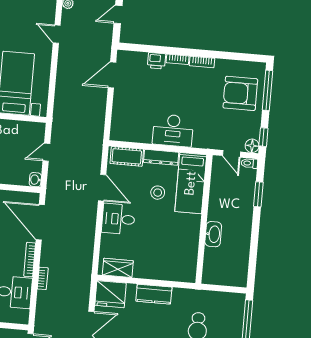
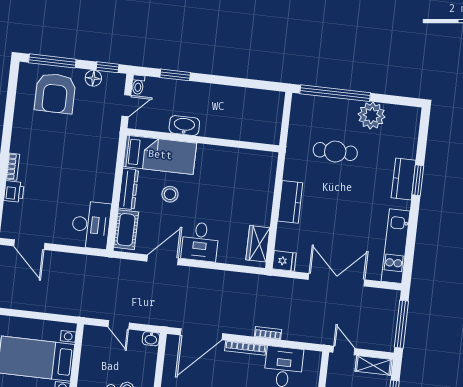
bookcase: (202, 62) -> (17, 138), removed
desk: (173, 130) -> (91, 225), moved
floor lamp: (252, 146) -> (93, 78), moved
washbasin: (213, 234) -> (184, 126), moved
fridge: (111, 294) -> (284, 261), width x0.53, depth x0.75

